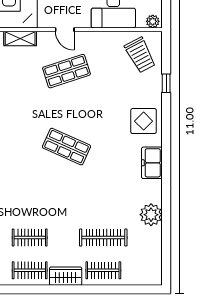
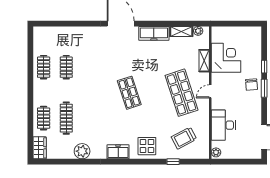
trolley: (140, 55) -> (184, 138), moved
shop shelf: (66, 71) -> (182, 93), width x1.43, depth x1.36
shop shelf: (66, 147) -> (129, 93), turned -42
wardrobe: (66, 276) -> (40, 148), moved

